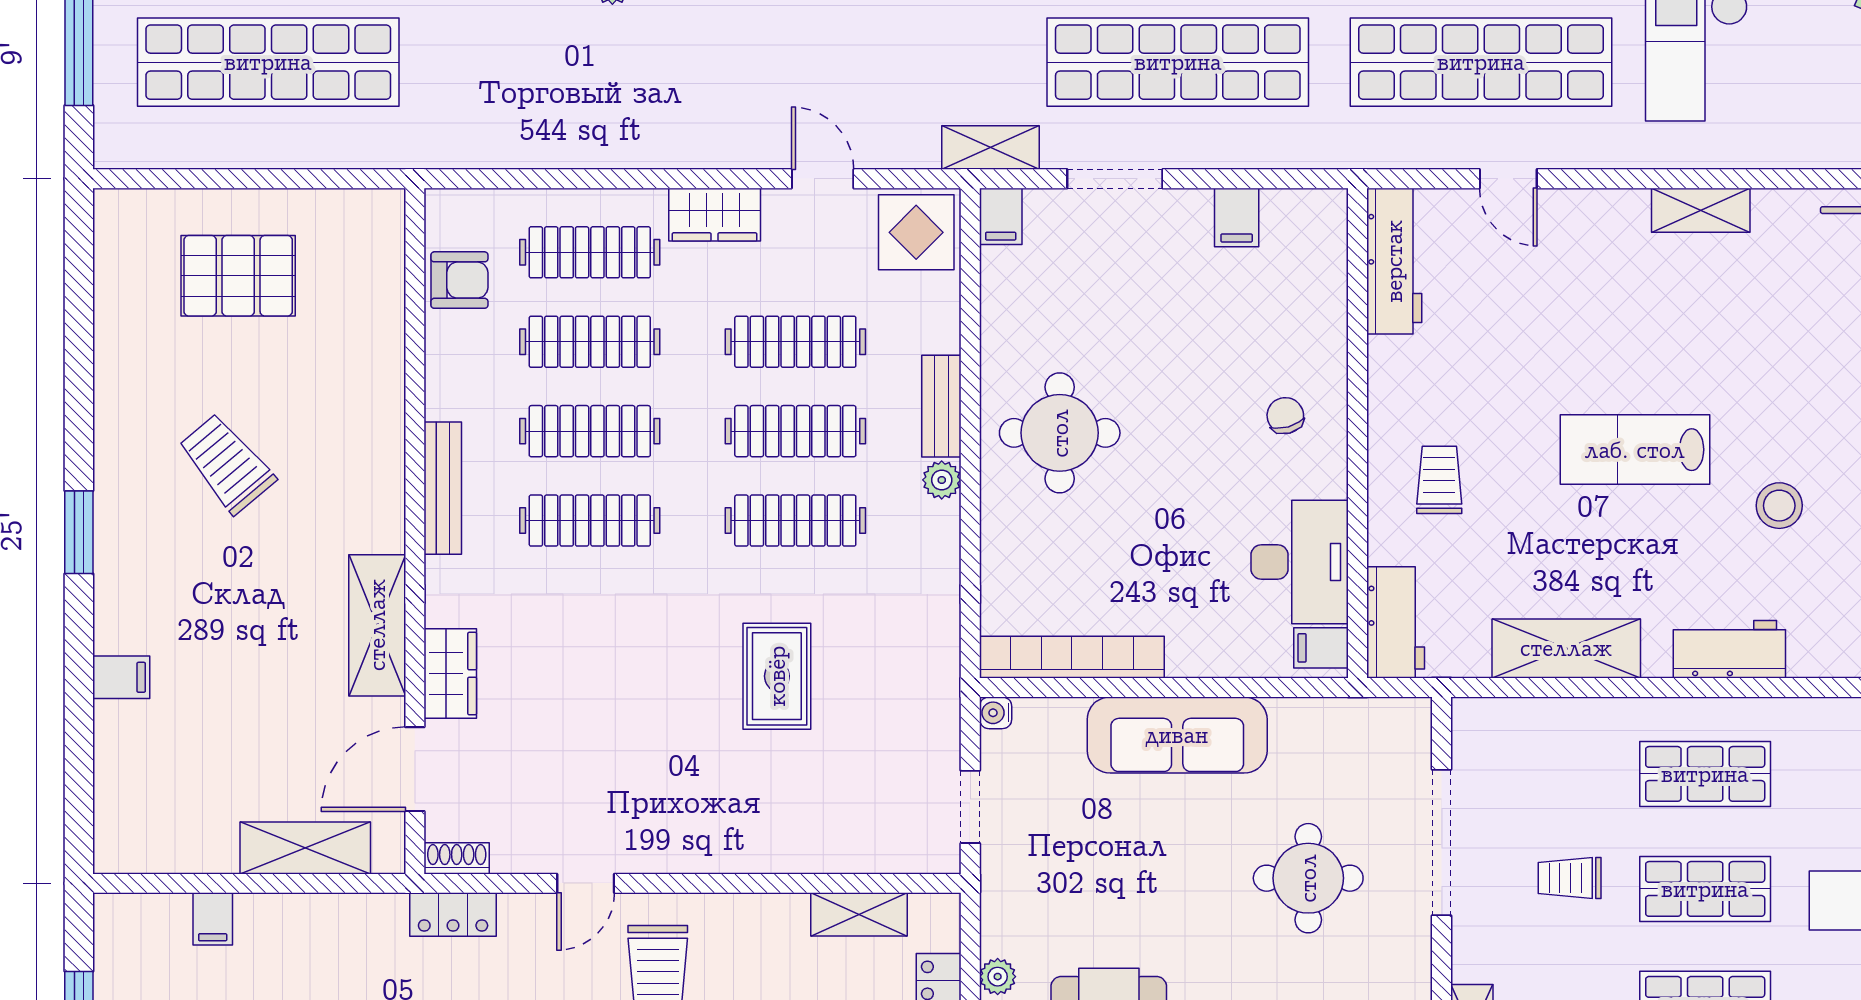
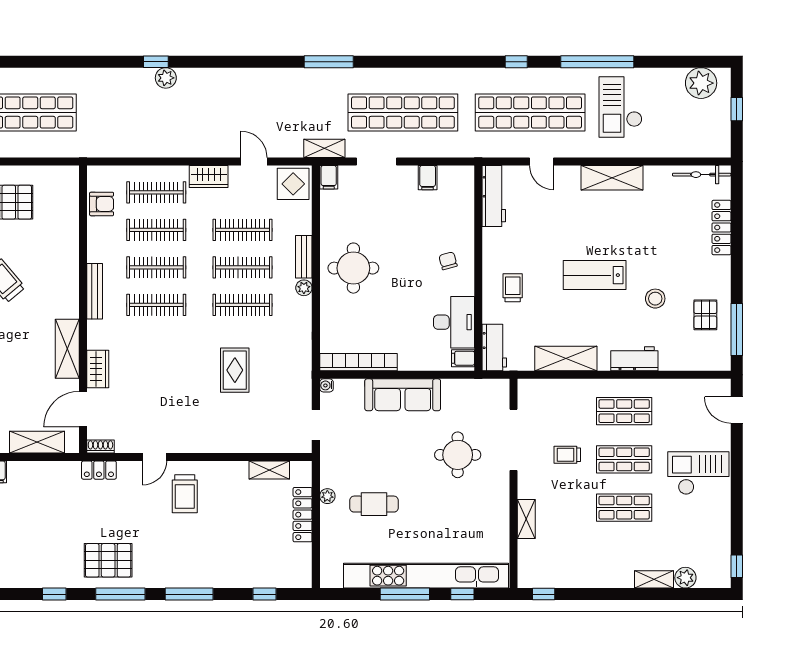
shelving: (1701, 210) -> (612, 178), width x1.50, depth x1.33

